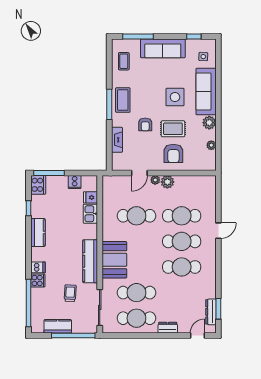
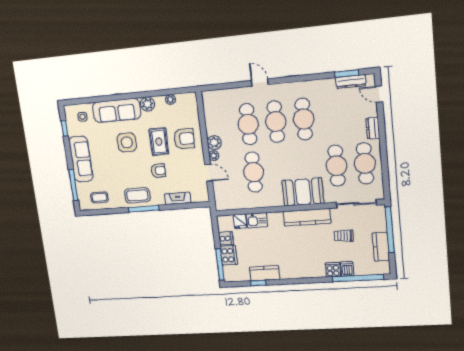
cooker: (38, 185) -> (229, 255), moved, turned 90
kitchen counter: (38, 233) -> (265, 273), moved
dishwasher: (38, 267) -> (347, 269), moved

